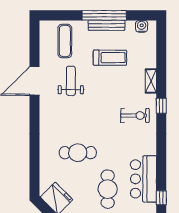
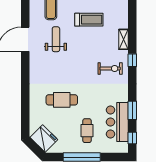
window: (161, 165) -> (132, 110), added
cafe table: (108, 189) -> (87, 131), width x0.73, depth x0.74

